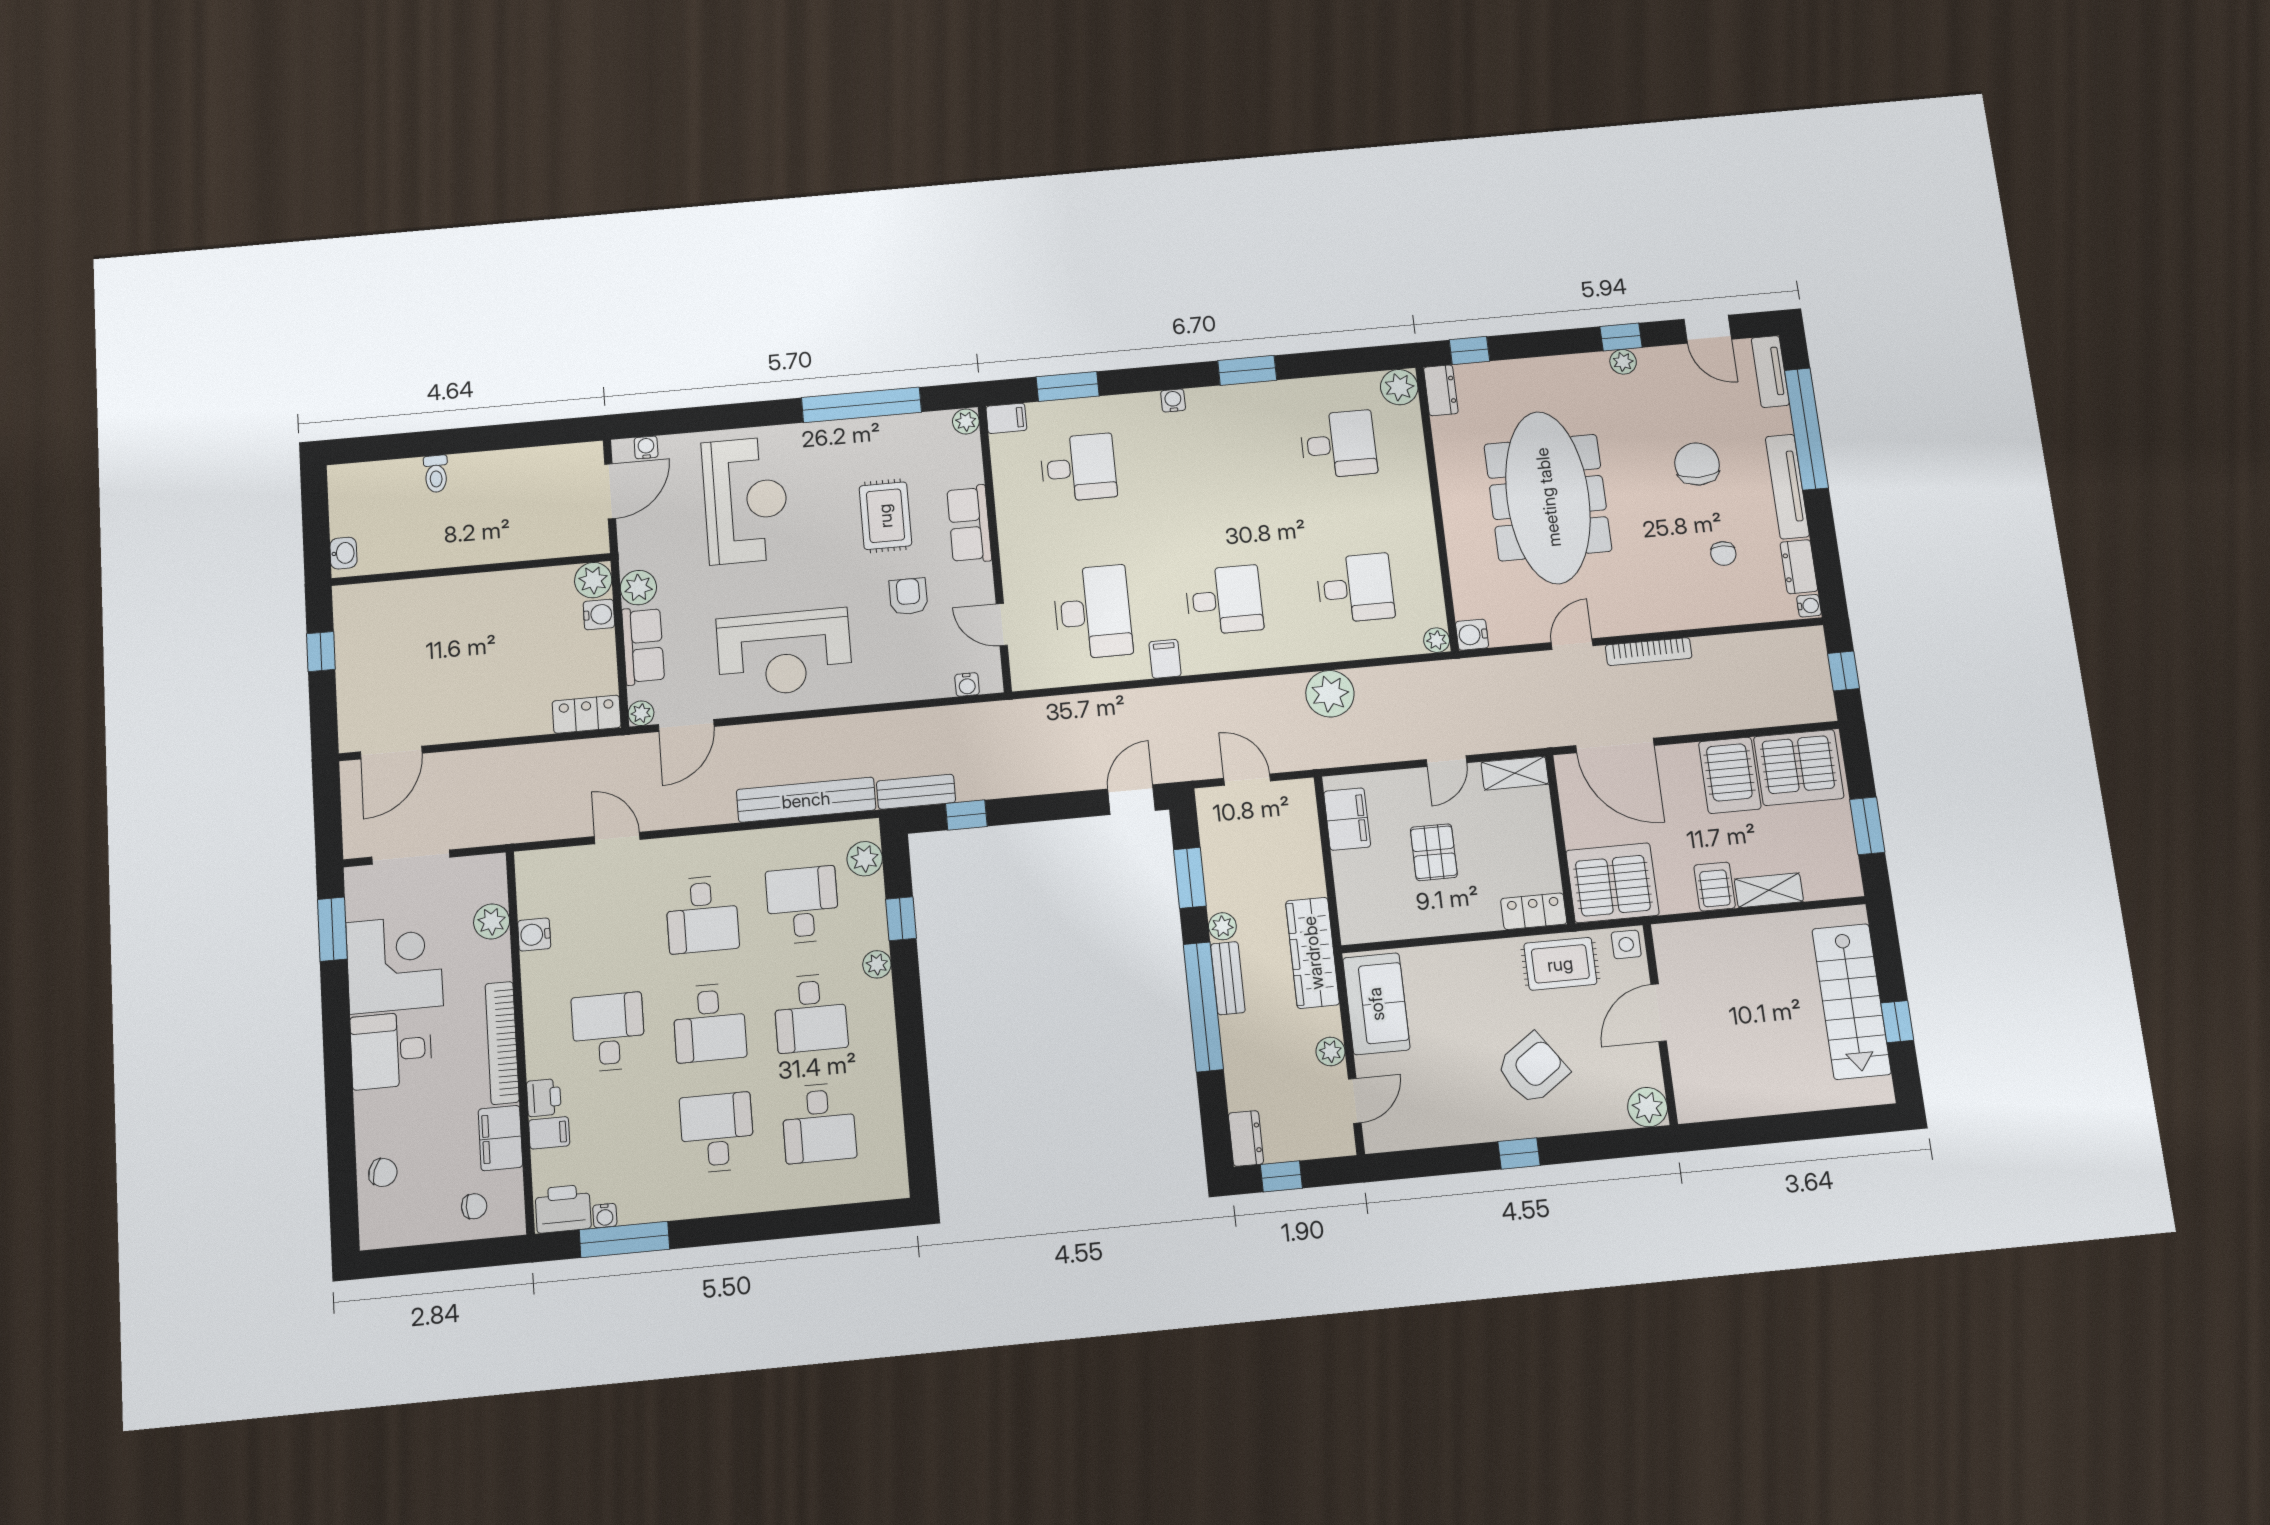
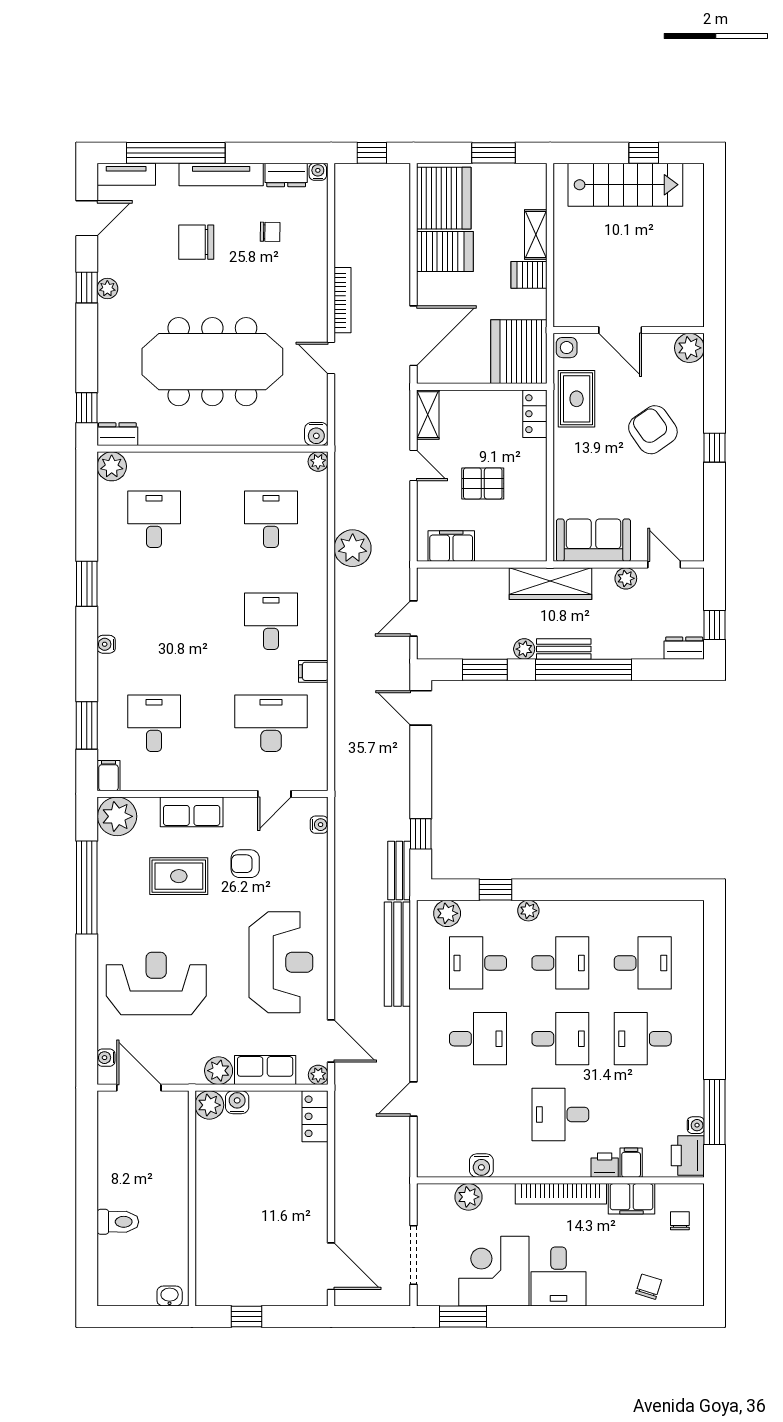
plant: (966, 421) -> (117, 816), width x1.87, depth x1.87
toilet: (436, 474) -> (118, 1222), width x1.37, depth x1.39

